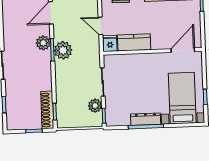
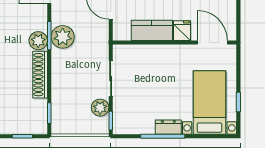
plant: (43, 43) -> (38, 41), moved
fridge: (110, 43) -> (182, 31), moved
door: (183, 50) -> (212, 43), hinge flipped
shoe rack: (47, 110) -> (40, 75), moved
dresser: (146, 119) -> (168, 127), width x0.70

